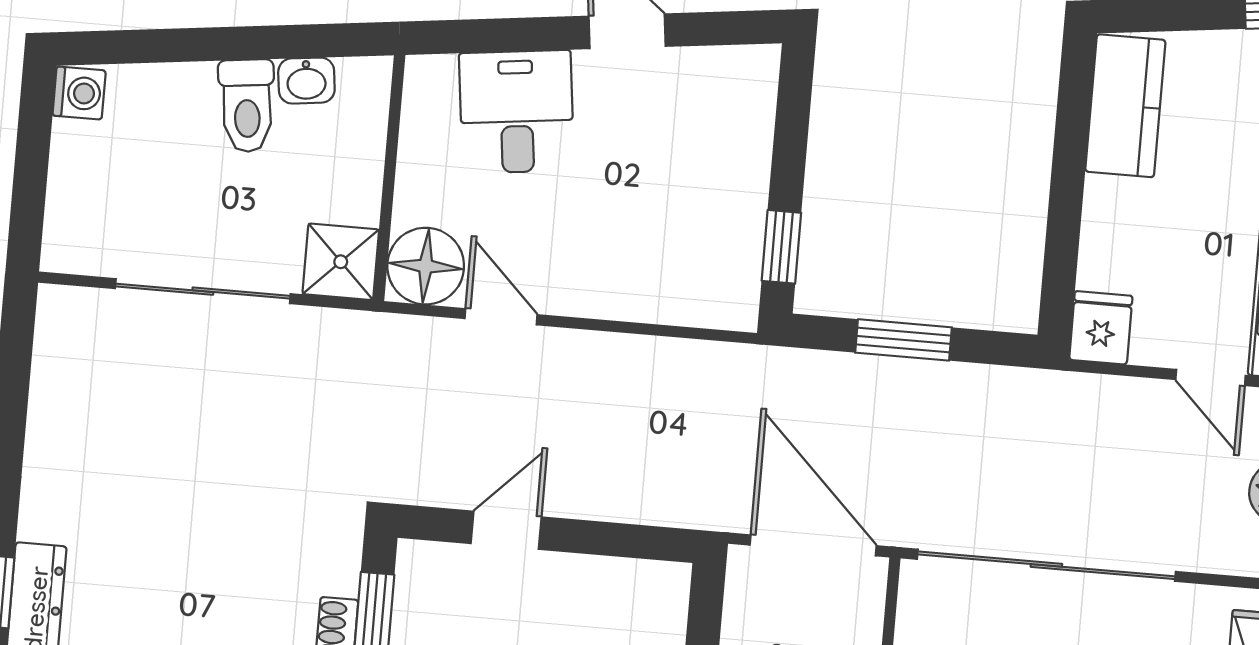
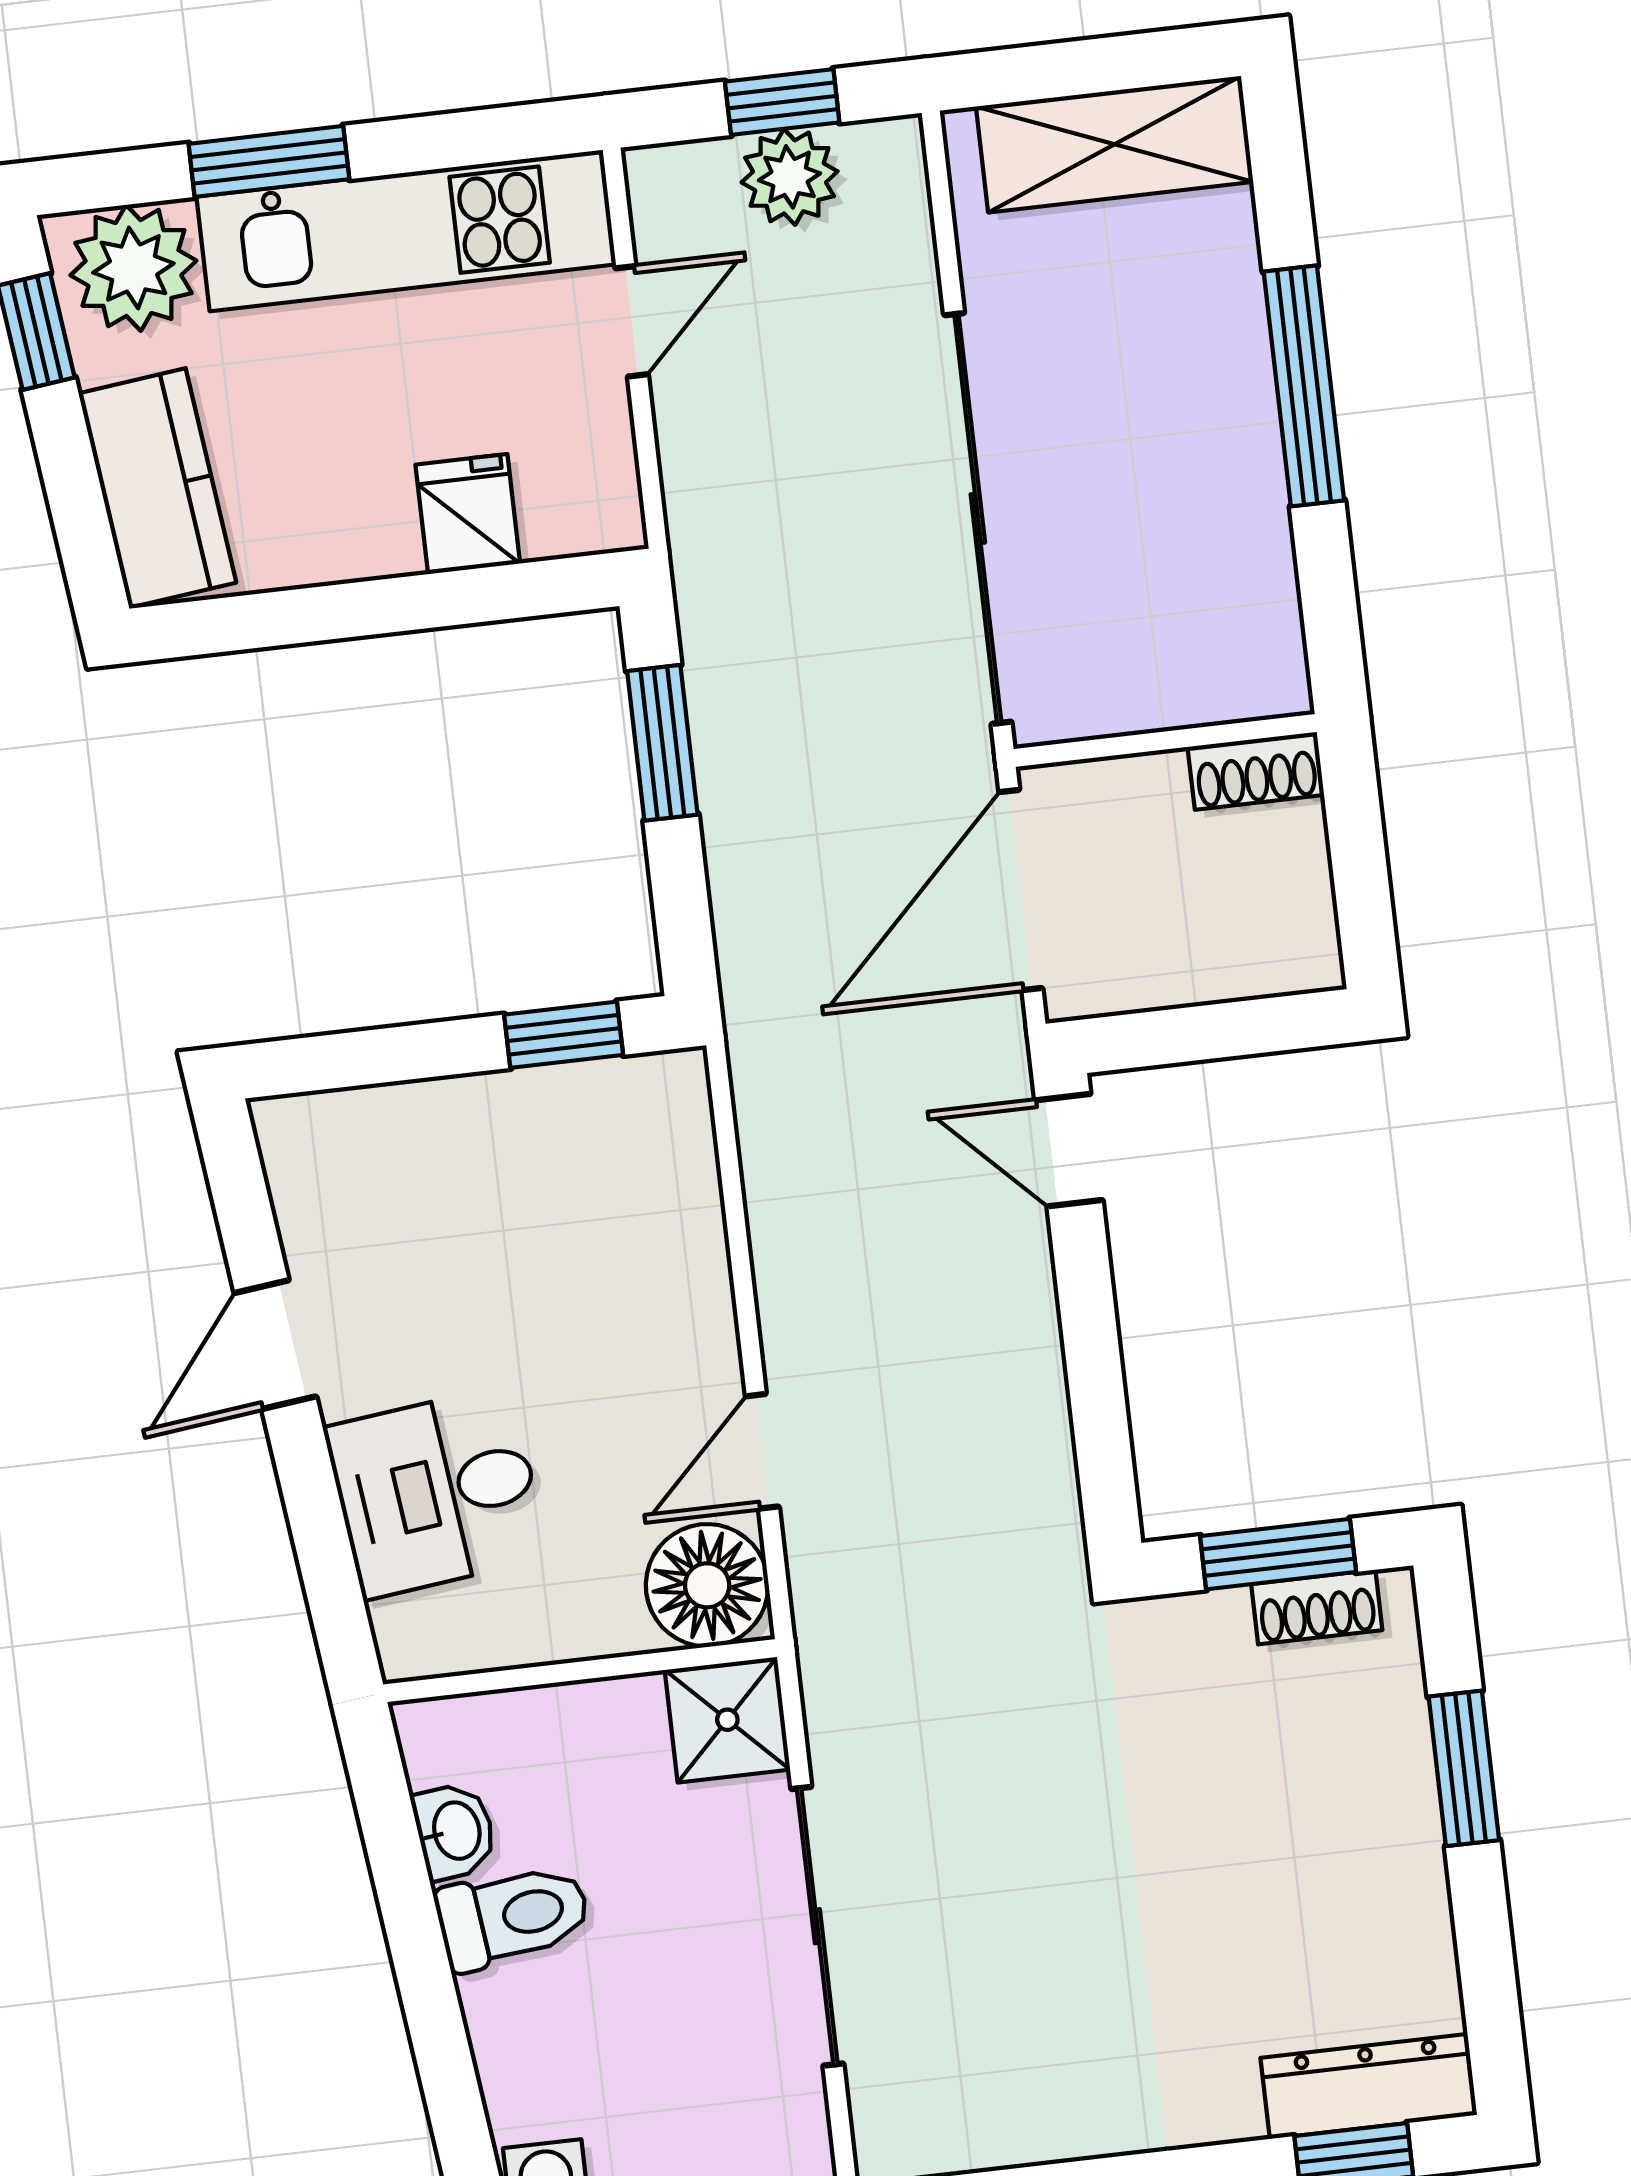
kitchen counter: (1125, 106) -> (157, 488), moved, turned 83
fridge: (1101, 328) -> (468, 514), moved, turned 90
window: (904, 340) -> (662, 743), moved
door: (506, 530) -> (1069, 1150), moved

